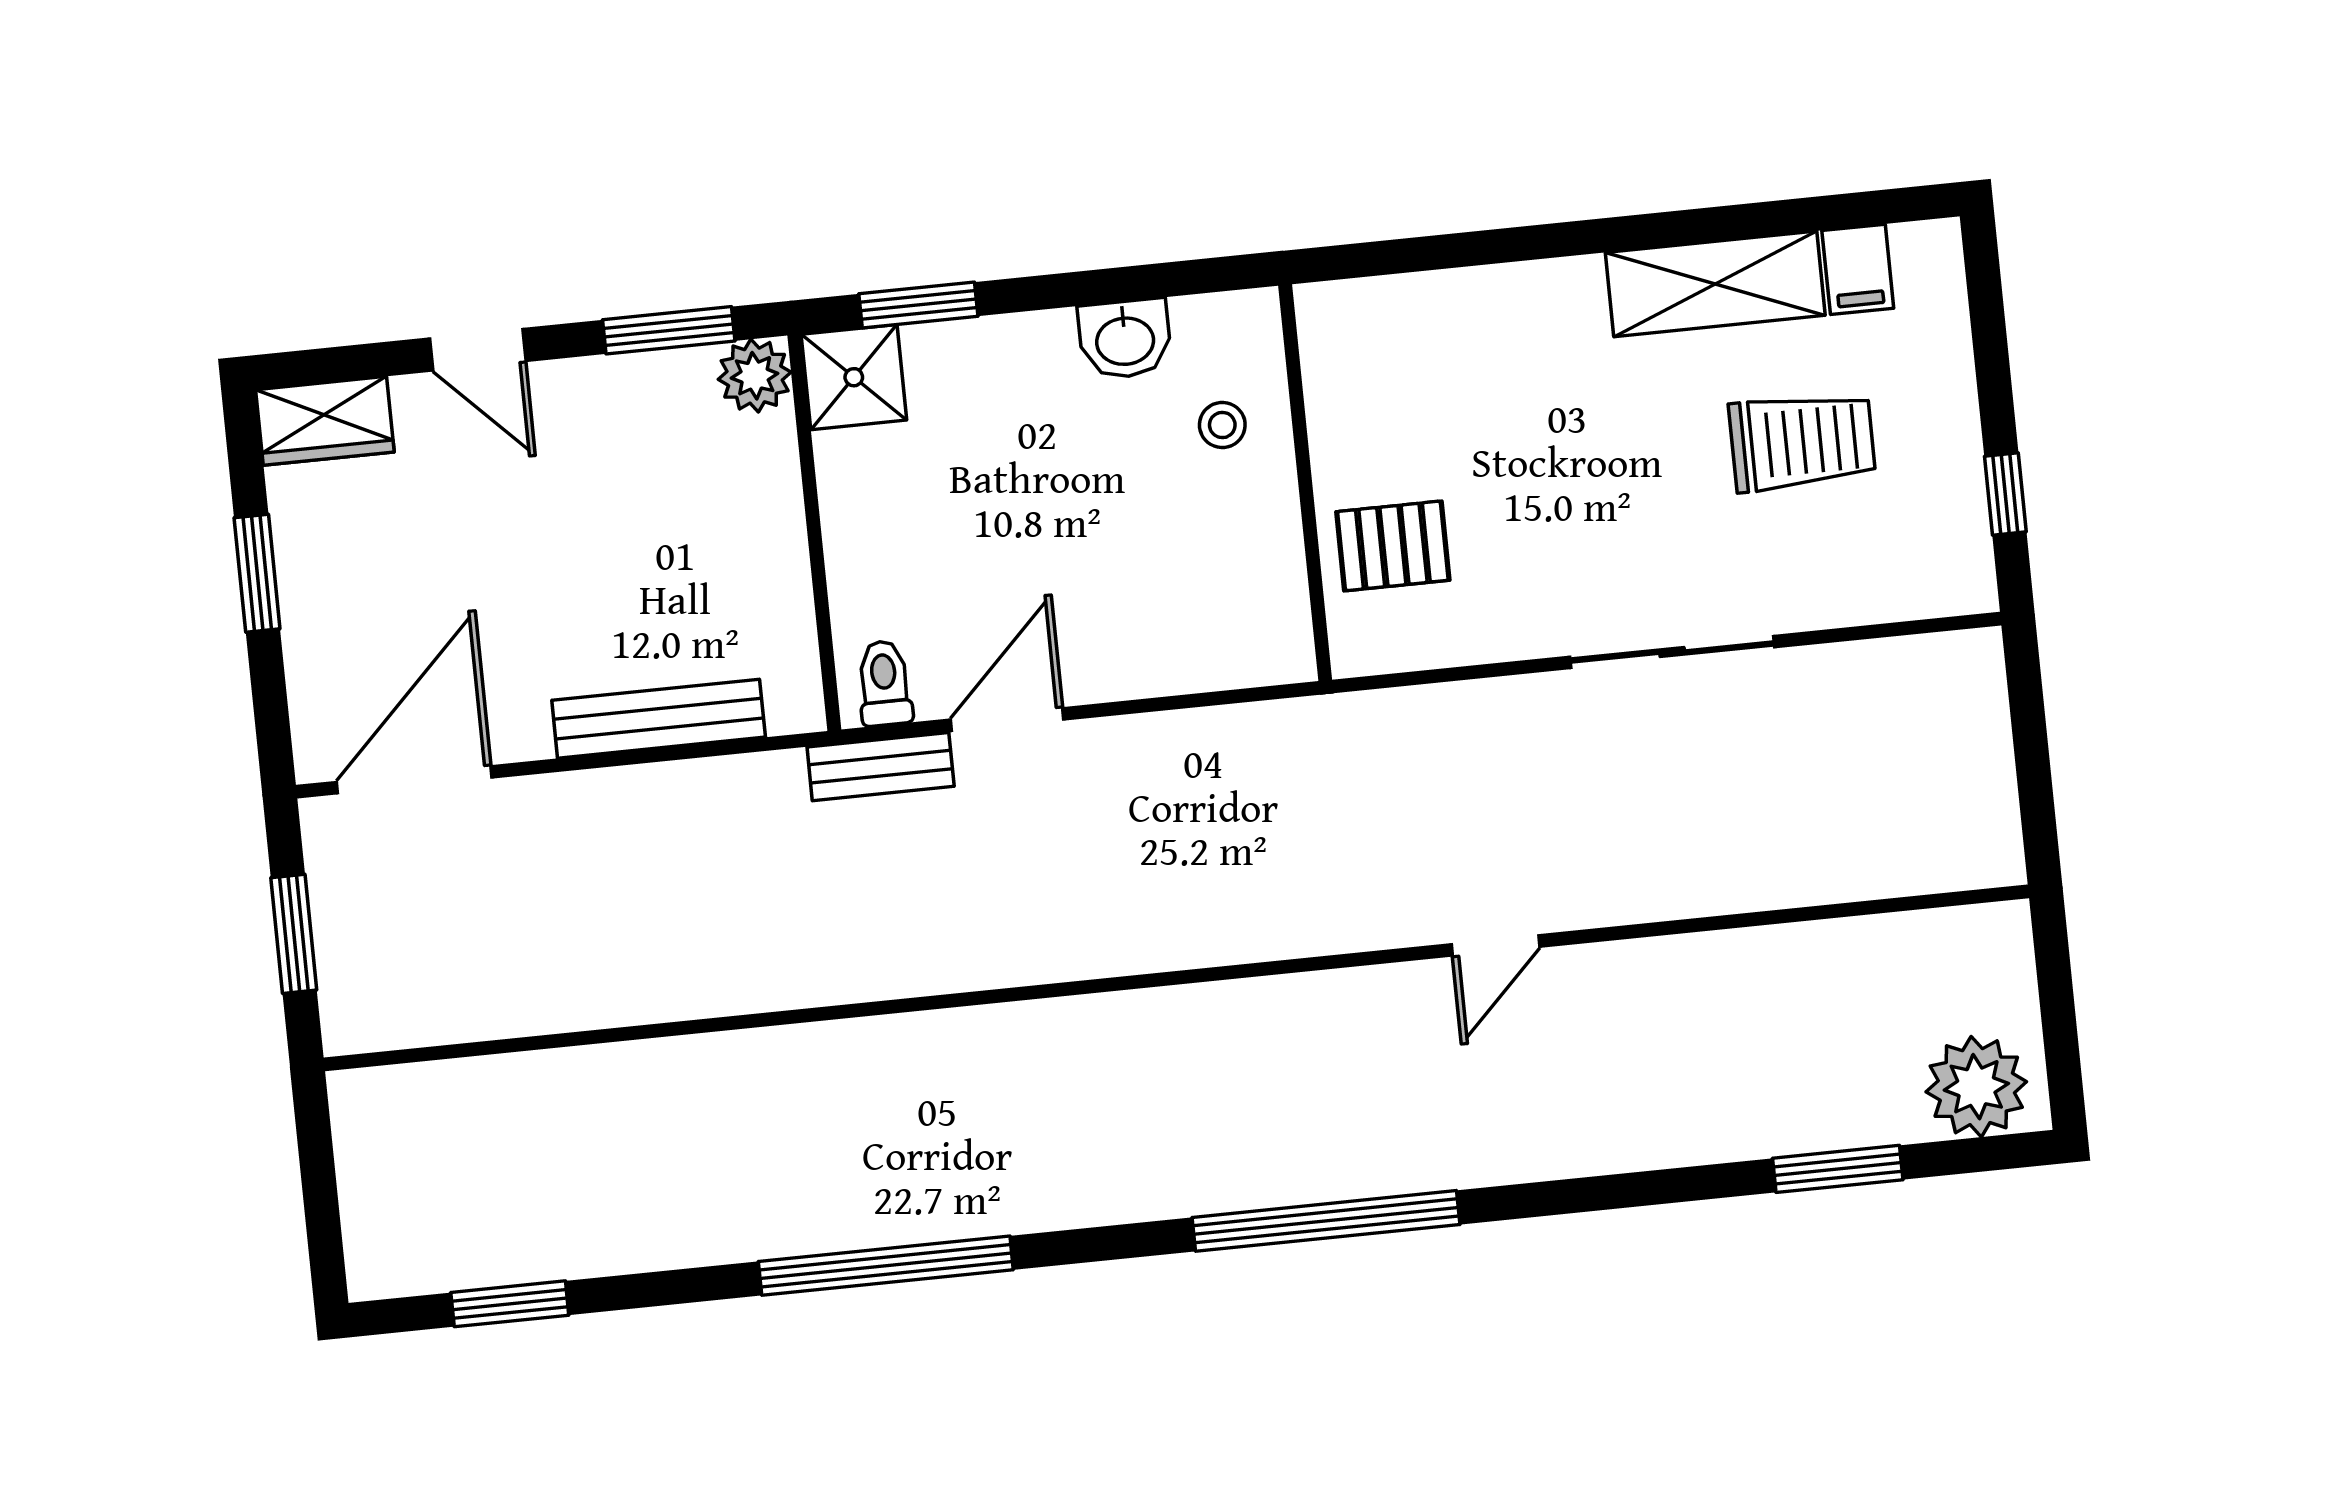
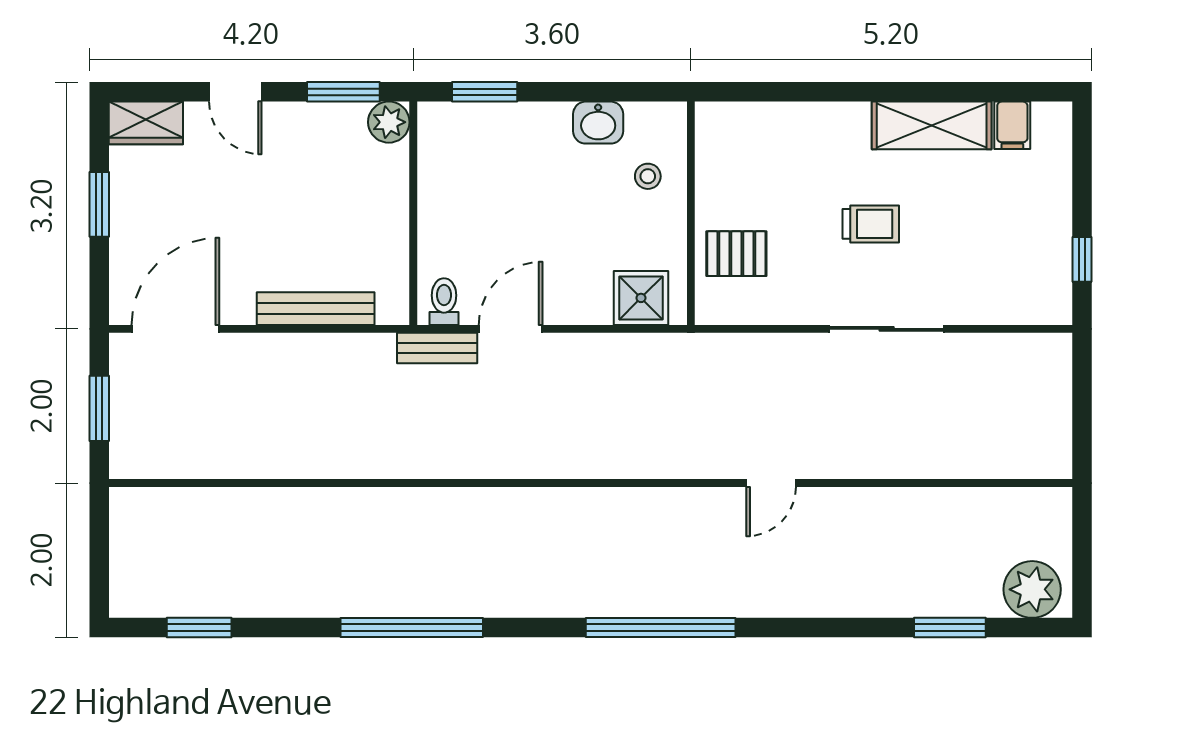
shower: (854, 377) -> (641, 298), moved
trolley: (1802, 442) -> (871, 224), moved, width x0.73, depth x0.72

